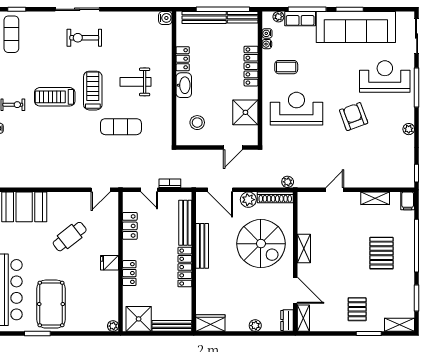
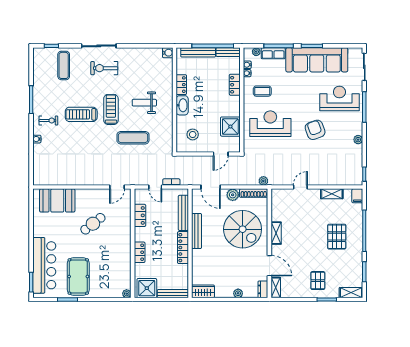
exercise mat: (11, 34) -> (64, 65), moved
locker: (251, 66) -> (235, 85), width x0.66
fridge: (109, 263) -> (124, 244), removed

